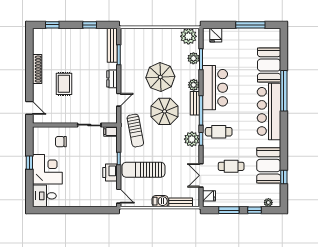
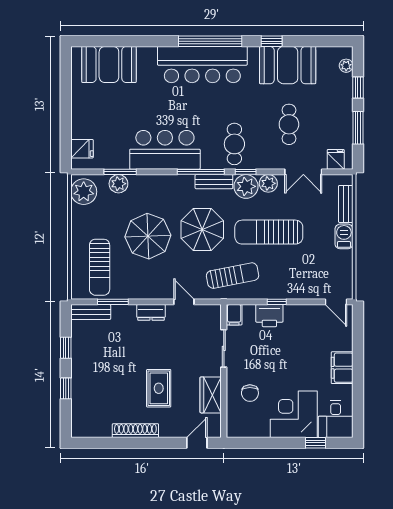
window: (52, 25) -> (66, 388), moved
window: (250, 25) -> (66, 94), removed
bench: (112, 45) -> (91, 312), width x0.73
sun lounger: (141, 46) -> (100, 267), added
booth: (269, 65) -> (109, 64), moved
rug: (64, 84) -> (159, 388), turned 90
plant: (194, 85) -> (268, 183), moved
window: (284, 91) -> (210, 41), moved
bench: (195, 103) -> (214, 182), moved
wardrobe: (60, 117) -> (211, 395), added
window: (29, 163) -> (316, 443), moved
sun lounger: (144, 170) -> (269, 232), moved, turned 90
printer: (110, 172) -> (269, 316), moved
window: (284, 177) -> (272, 41), moved
door: (119, 196) -> (336, 302), swing flipped
filing cabinet: (77, 200) -> (342, 368), added

